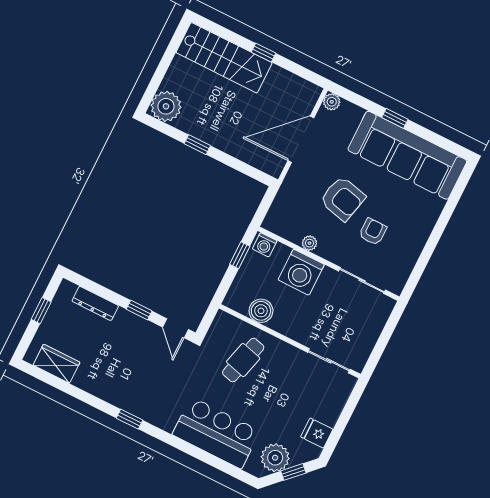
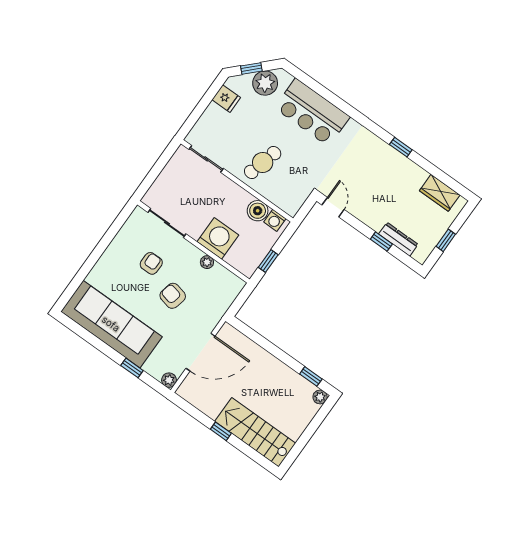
plant: (166, 106) -> (320, 397), width x0.53, depth x0.53
window: (395, 118) -> (132, 368), moved
window: (197, 145) -> (311, 376), moved
armchair: (343, 199) -> (173, 296), width x0.72, depth x0.72
armchair: (373, 232) -> (151, 263), turned 180
washing machine: (265, 245) -> (275, 220), moved, turned 180
window: (139, 310) -> (381, 242), moved
cafe table: (243, 360) -> (263, 163), moved
window: (129, 419) -> (401, 147), moved

